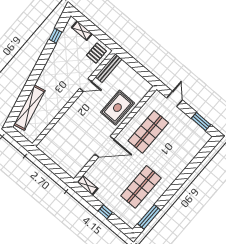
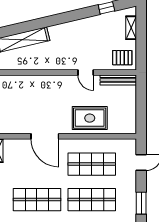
shop shelf: (171, 151) -> (92, 200), added

